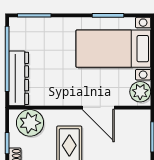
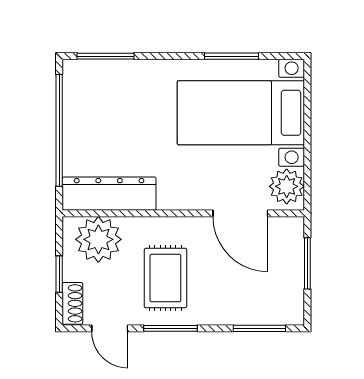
dresser: (19, 78) -> (109, 194), moved, turned -90
door: (98, 108) -> (240, 213), moved

